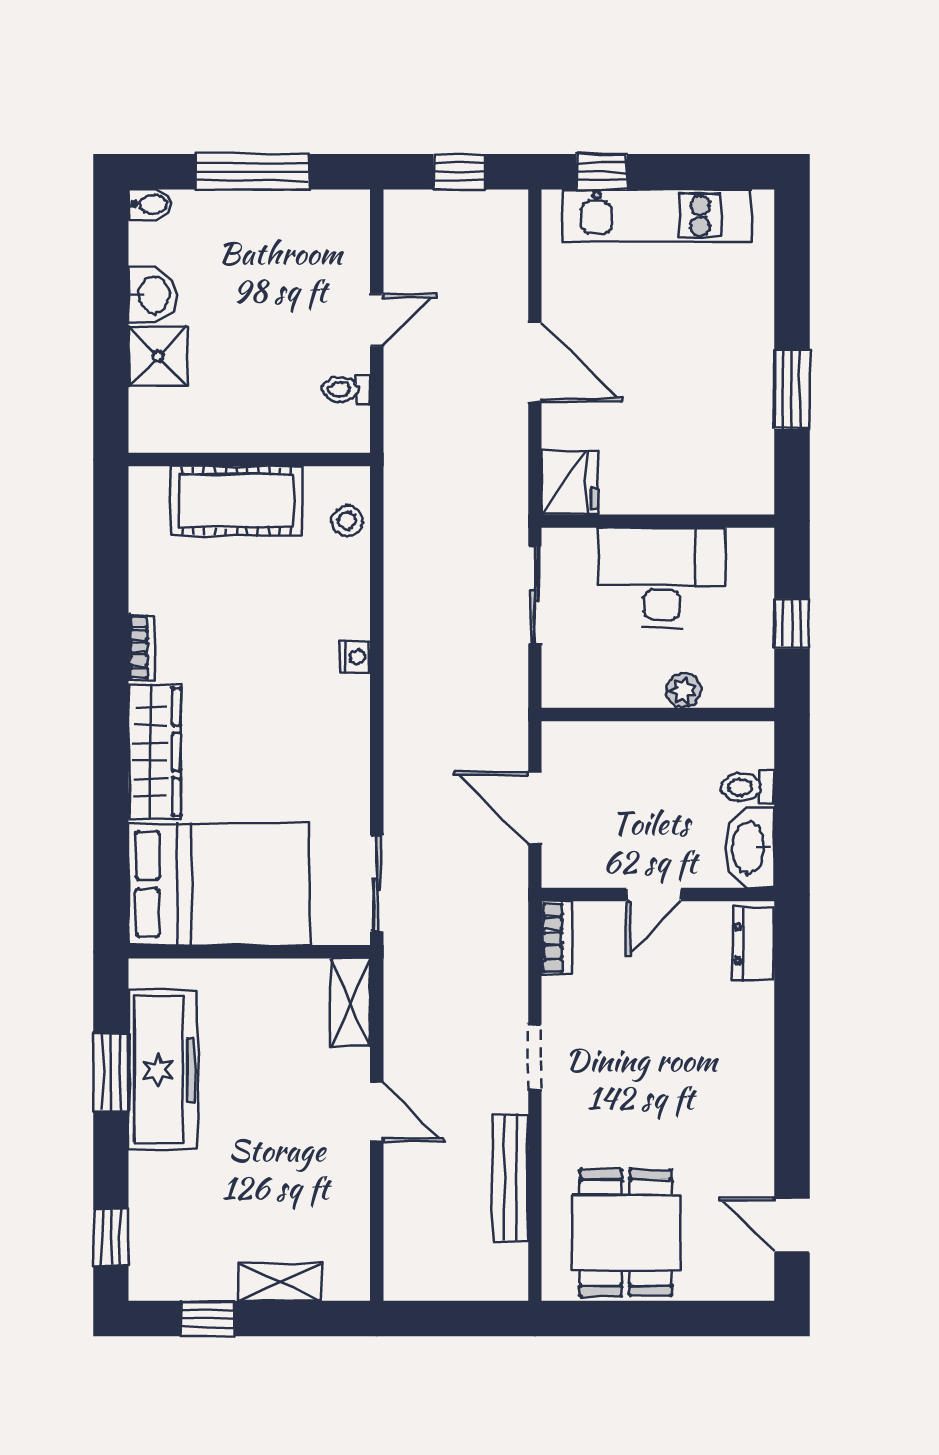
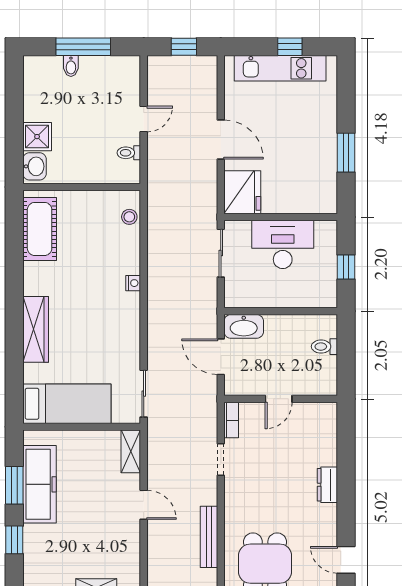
window: (602, 172) -> (290, 47), moved
bidet: (150, 204) -> (71, 66), moved, turned 90
washbasin: (153, 295) -> (34, 166), moved
fridge: (570, 482) -> (242, 192), width x1.36, depth x1.34
cot: (236, 501) -> (40, 229), moved, turned 90
bookcase: (142, 647) -> (29, 279), removed
plant: (684, 691) -> (293, 300), removed
washbasin: (750, 847) -> (244, 326), moved, turned -90
bed: (219, 884) -> (67, 404), width x0.67
dresser: (754, 944) -> (327, 485), moved
doorway: (535, 1057) -> (221, 460), moved
window: (111, 1237) -> (14, 540), moved

